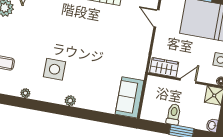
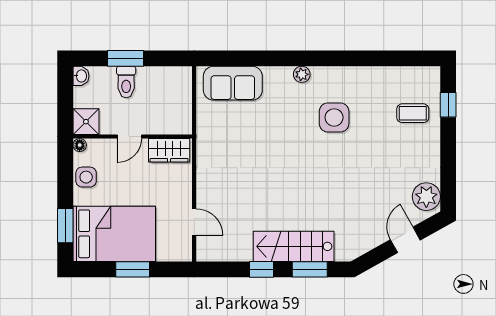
plant: (25, 93) -> (371, 74), removed
sofa: (130, 97) -> (233, 83), moved, turned 90
toilet: (174, 114) -> (126, 82), moved

